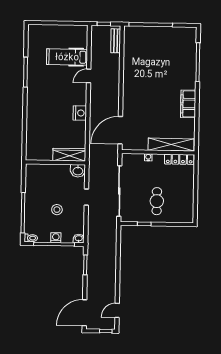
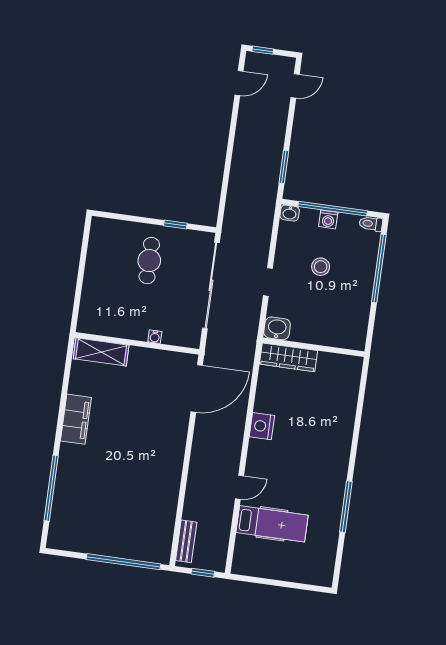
shelving: (171, 145) -> (101, 352), width x0.68
locker: (179, 159) -> (103, 327), removed
door: (84, 313) -> (295, 86), width x0.53

